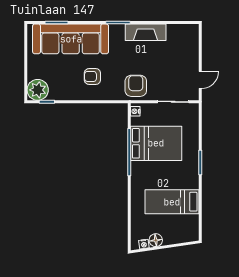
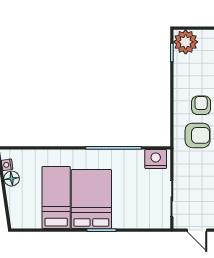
armchair: (136, 86) -> (198, 135), moved
nightstand: (135, 111) -> (156, 159), width x1.89, depth x1.79
bed: (156, 143) -> (91, 199), moved, turned 180

